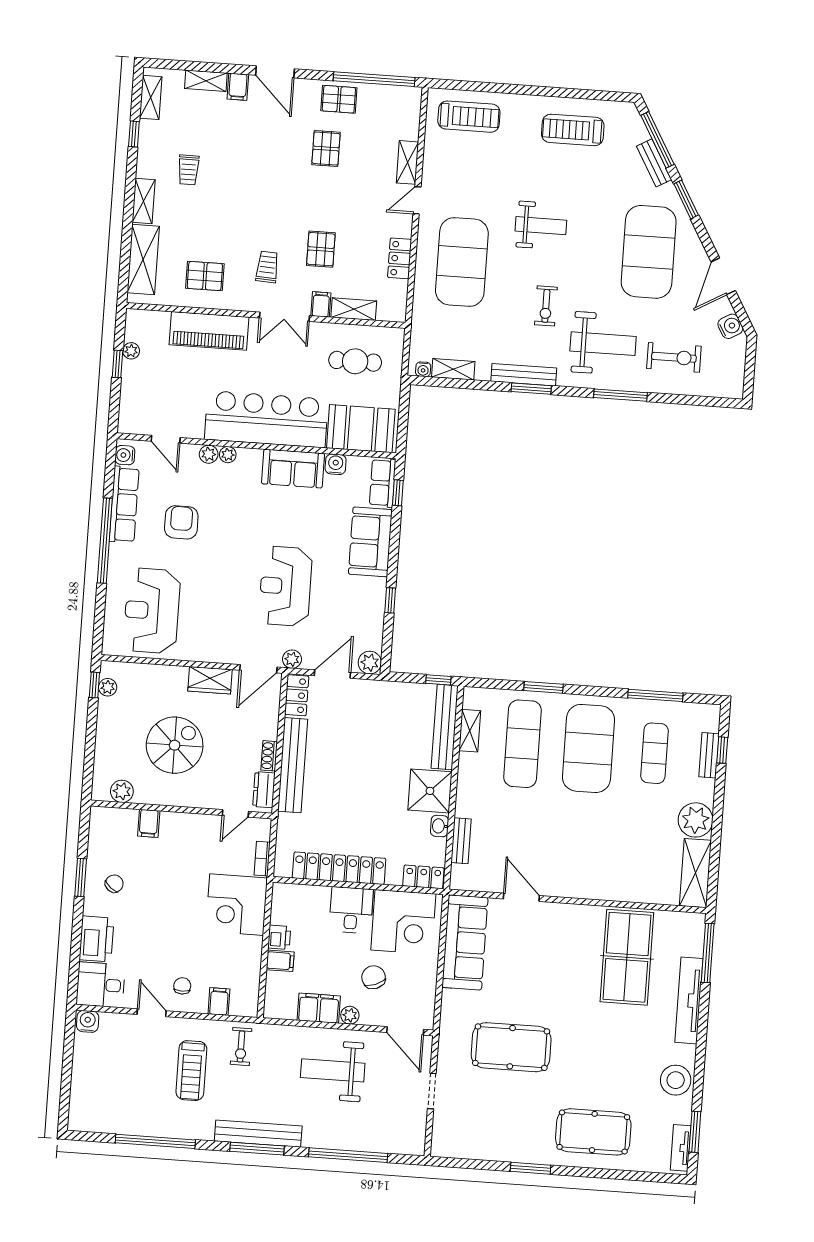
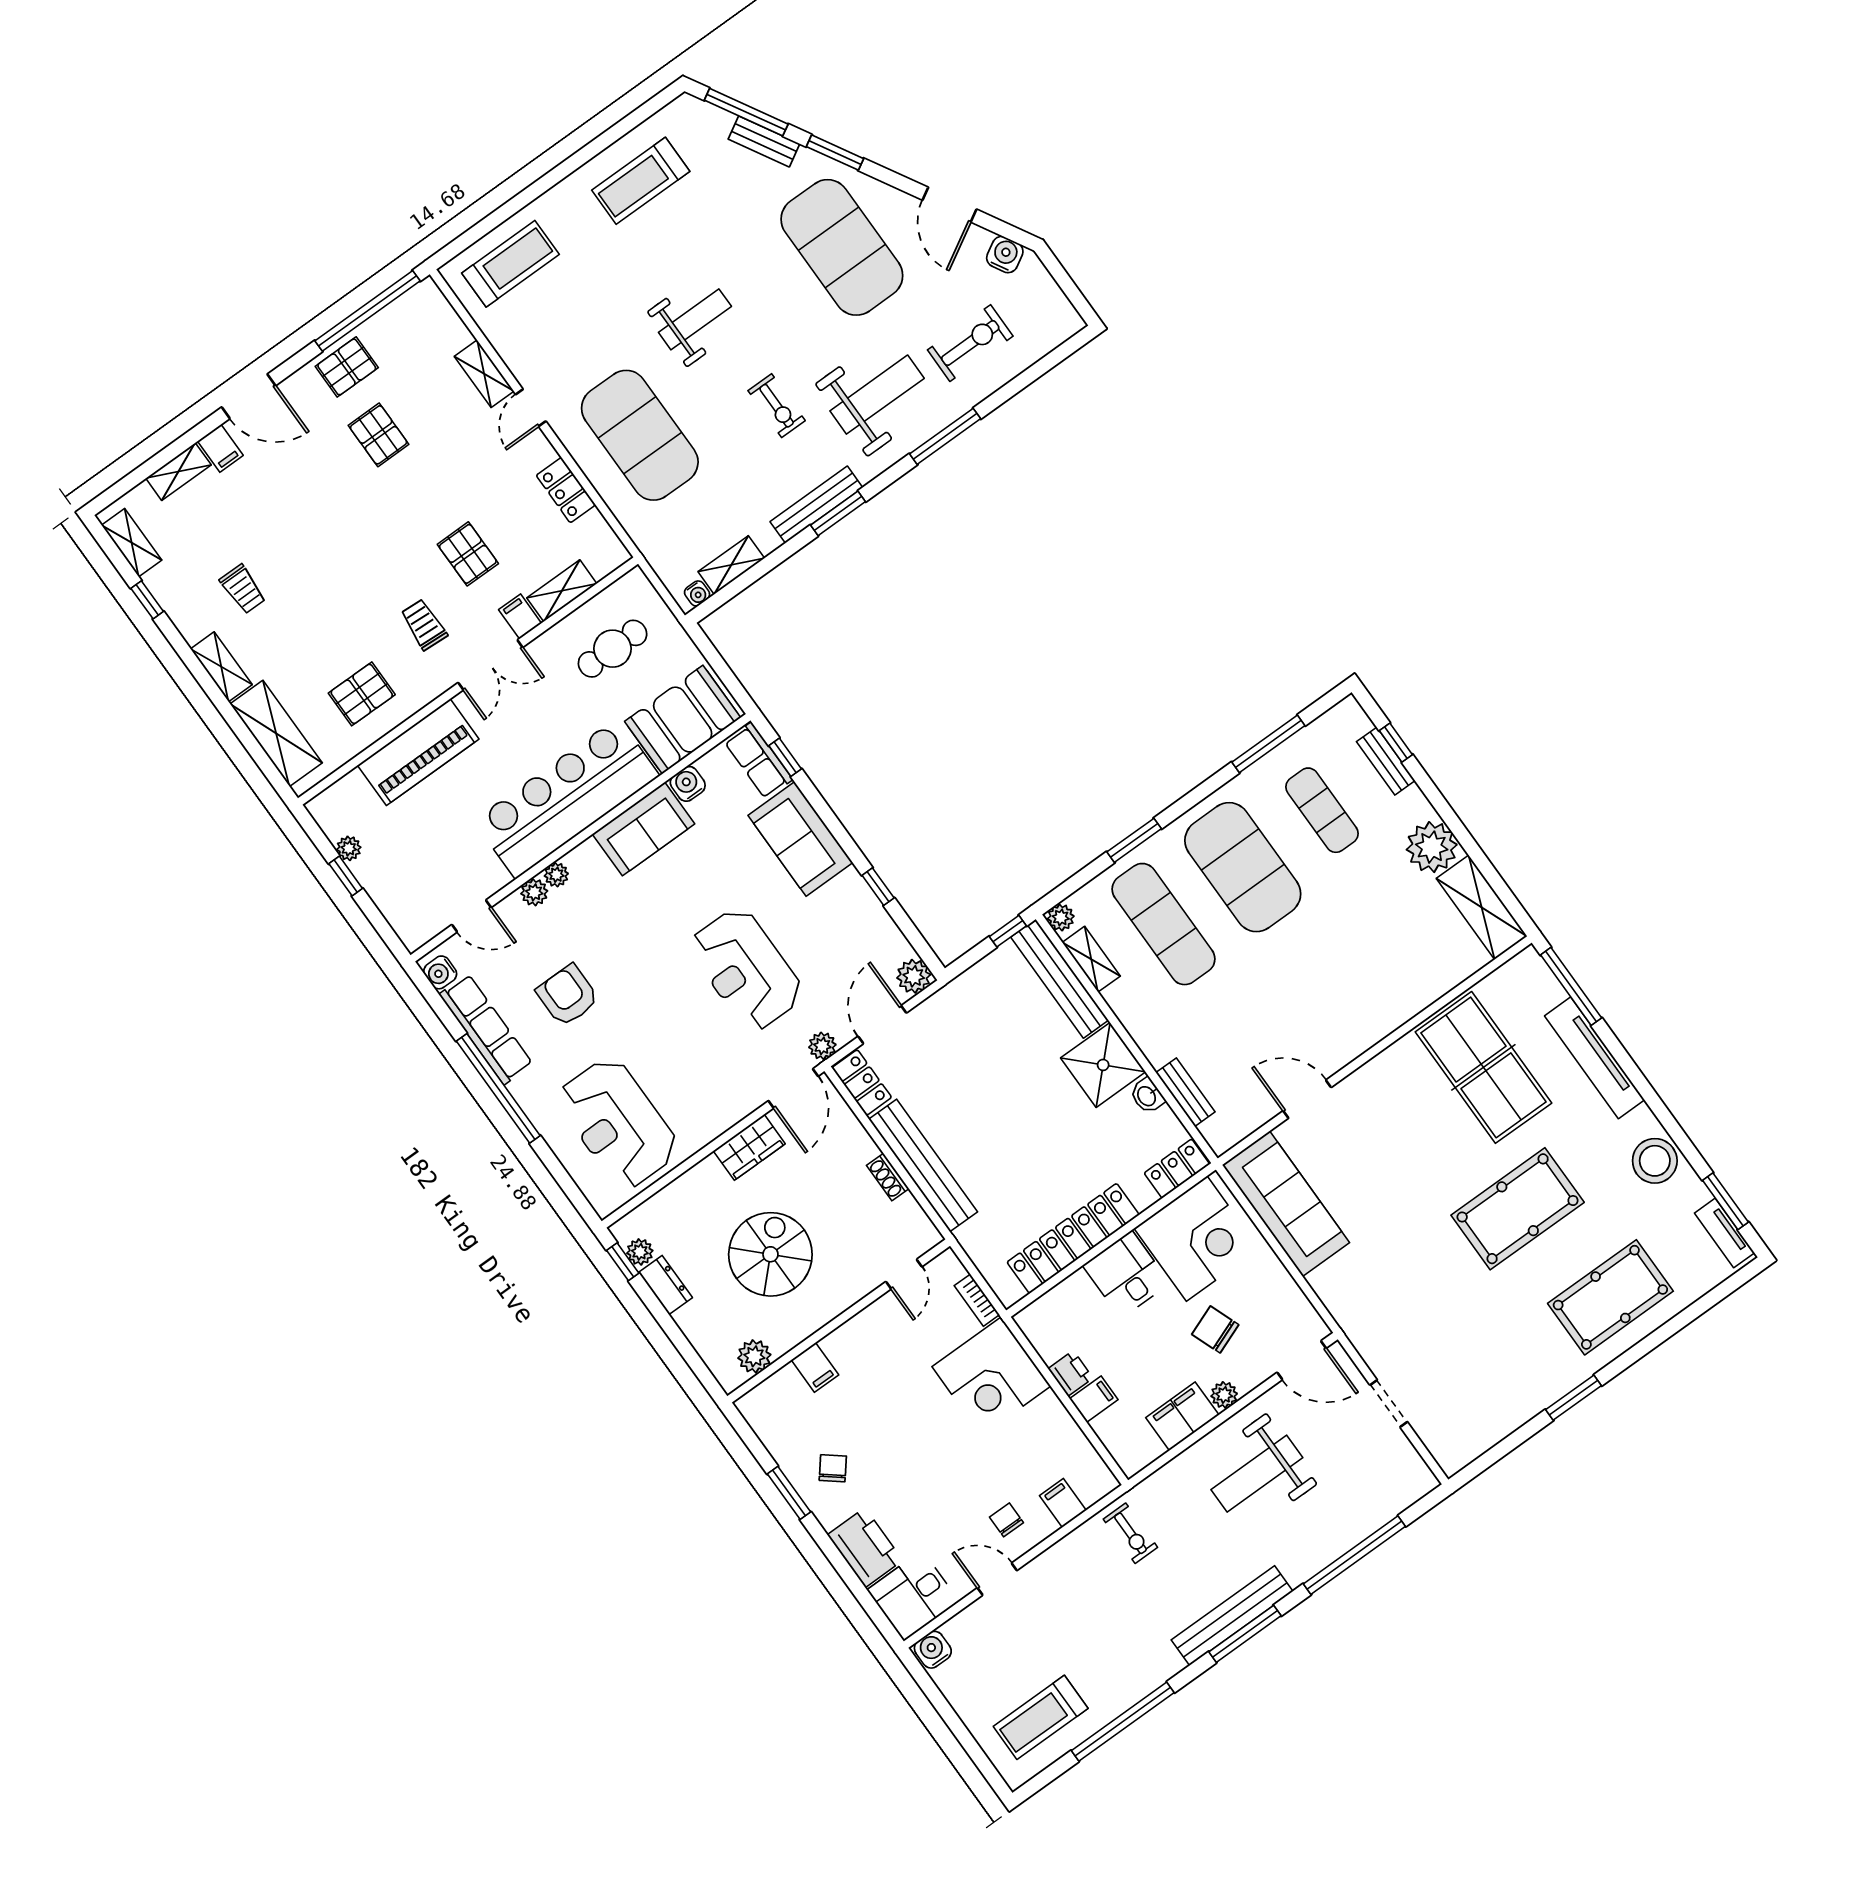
plant: (472, 696) -> (1061, 917), added
dresser: (264, 790) -> (665, 1285), moved, turned 180
pool table: (511, 1047) -> (1518, 1209), moved
treadmill: (191, 1071) -> (1041, 1717), moved, turned 90

